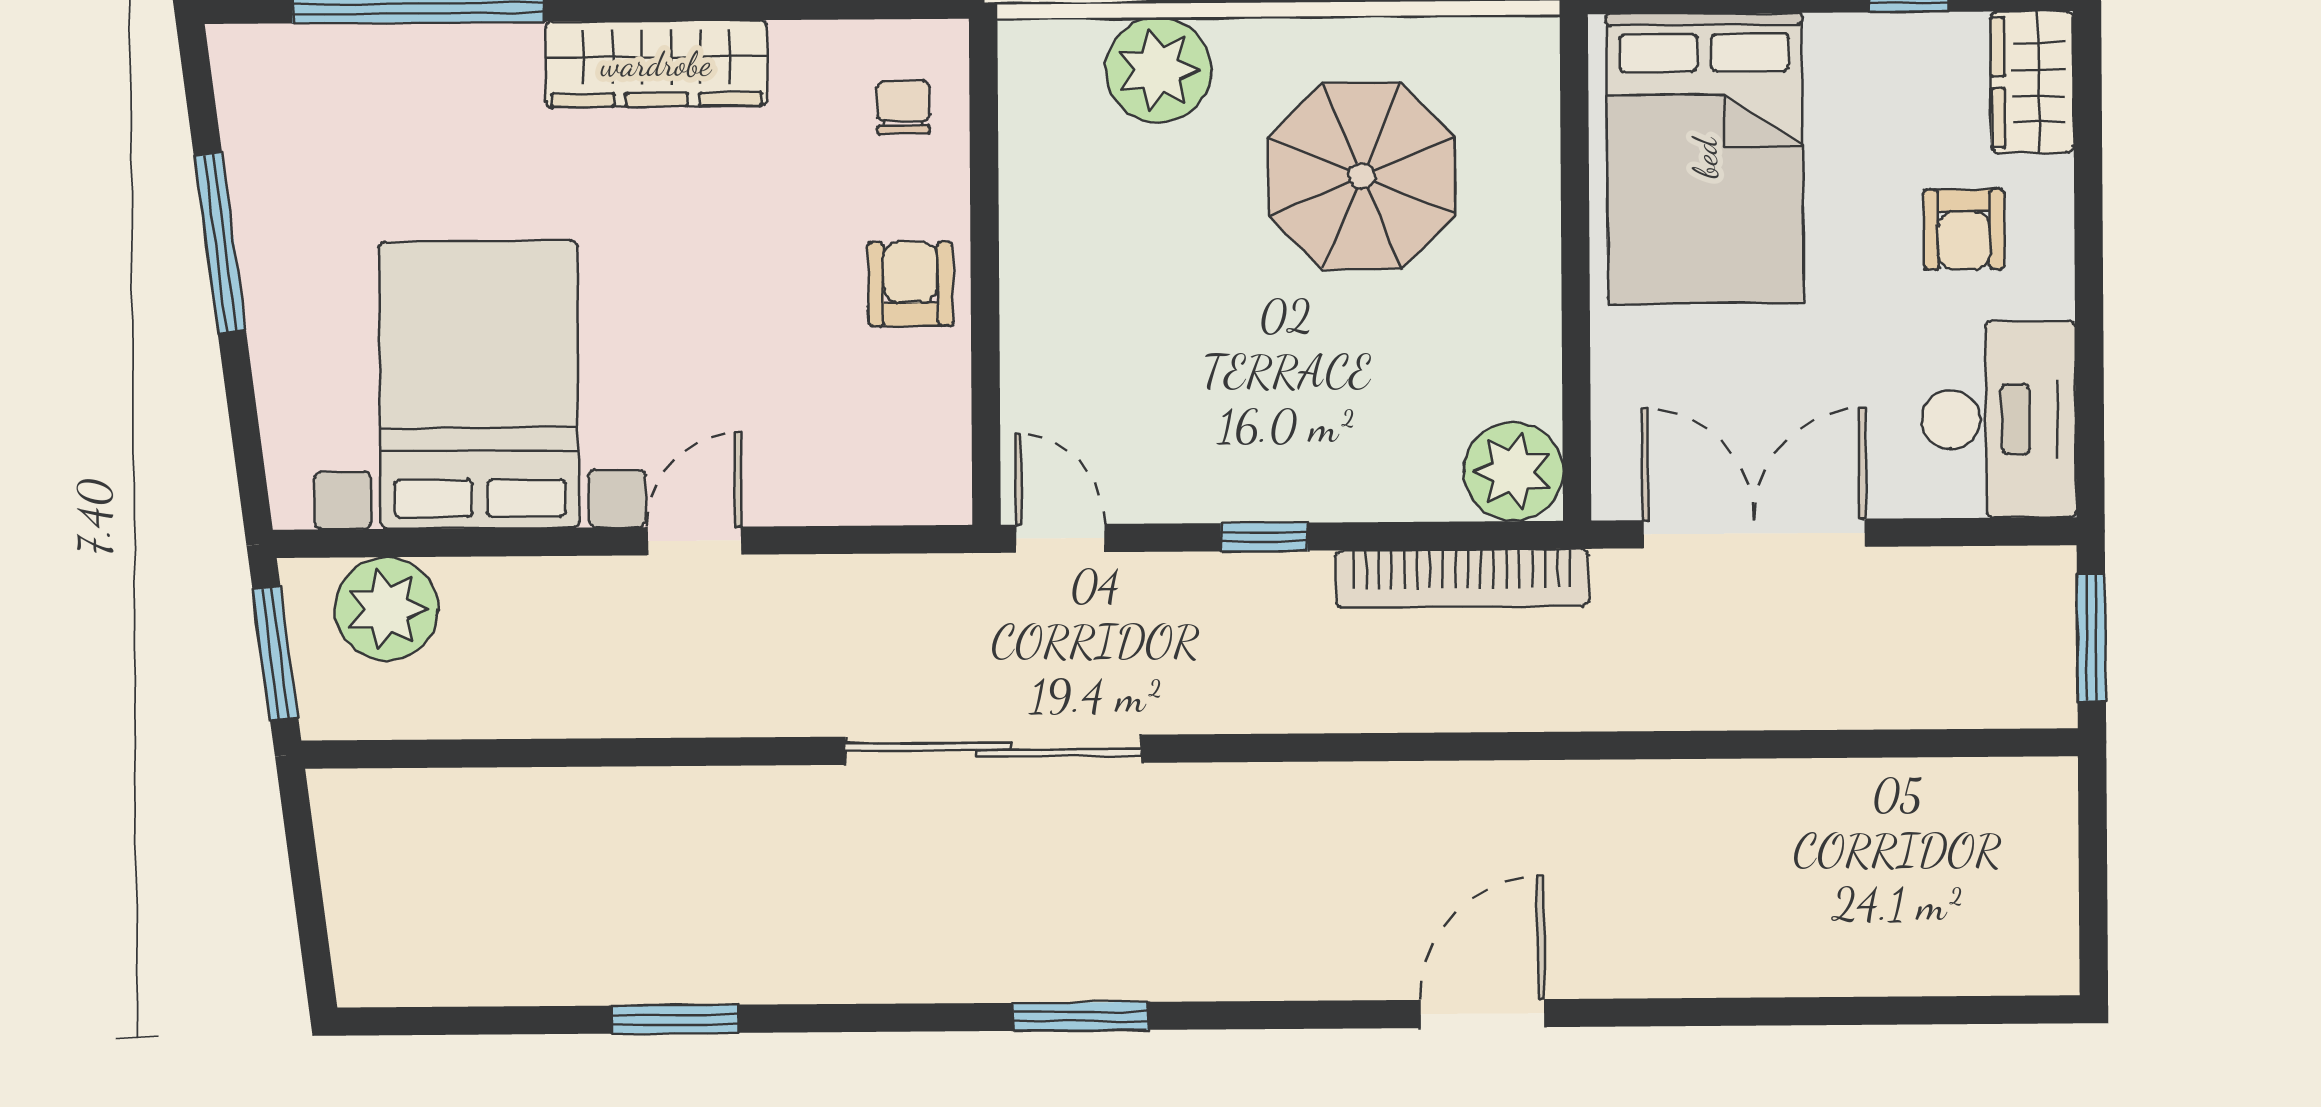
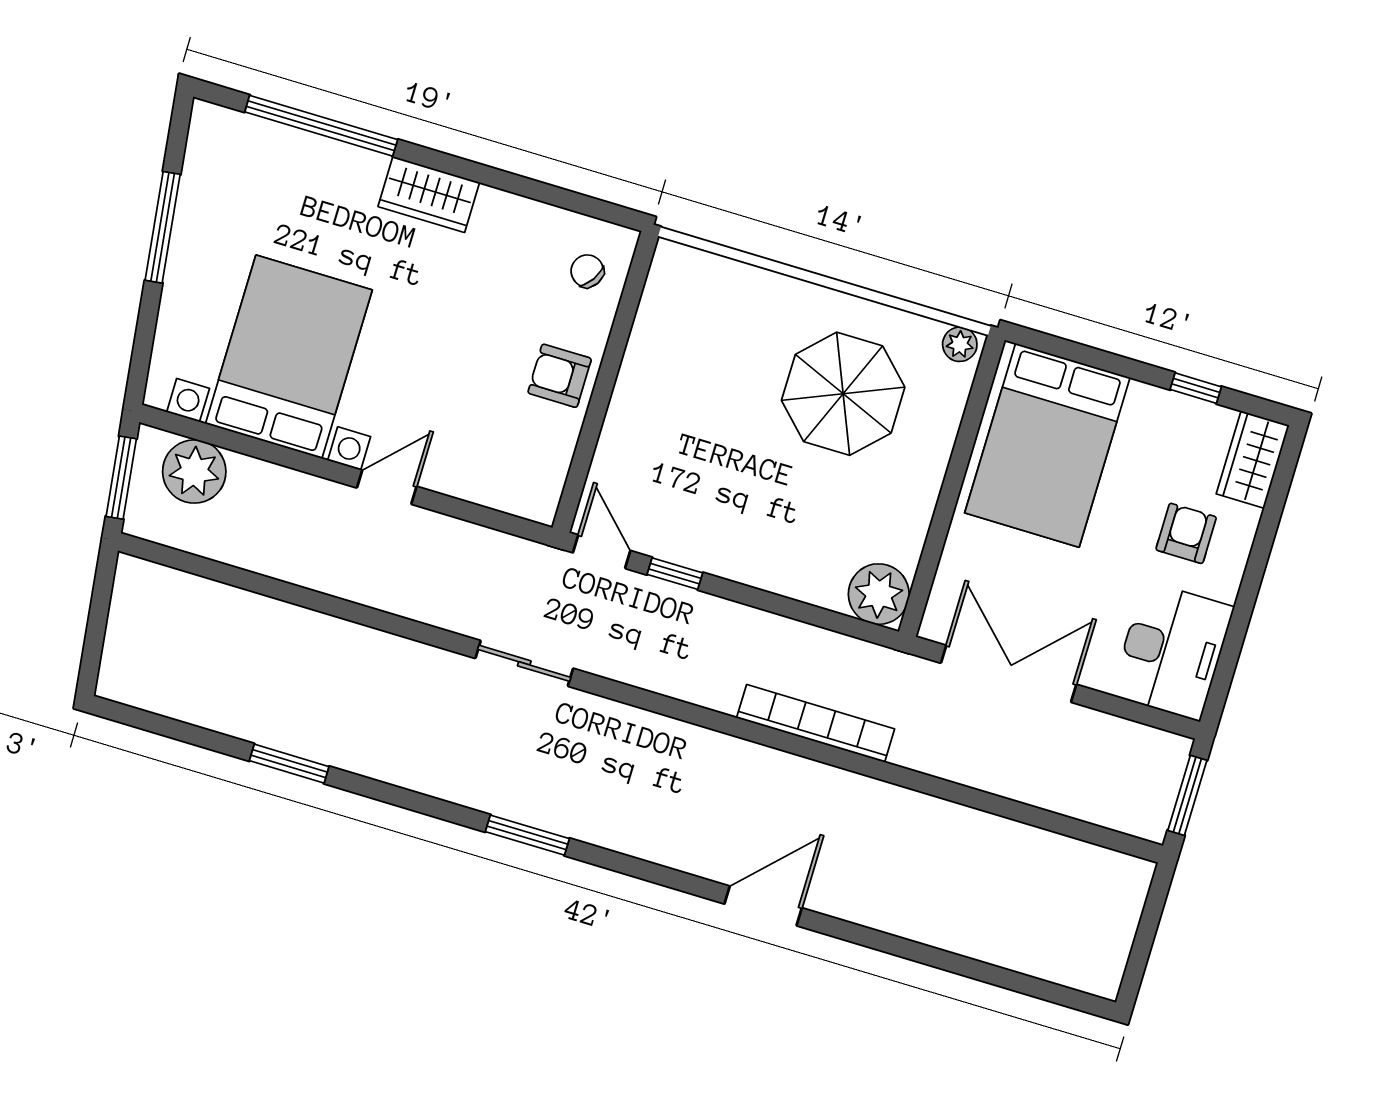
wardrobe: (656, 64) -> (429, 194), width x0.67
plant: (1158, 70) -> (960, 344), moved, width x0.53, depth x0.53
chair: (903, 107) -> (587, 271), turned -57
armchair: (1964, 229) -> (1186, 533), turned 180
armchair: (911, 284) -> (560, 376), turned -90
window: (1264, 537) -> (675, 574), moved
bookcase: (1462, 578) -> (816, 723), moved, turned 180
sliding door: (993, 750) -> (524, 663), width x0.54

